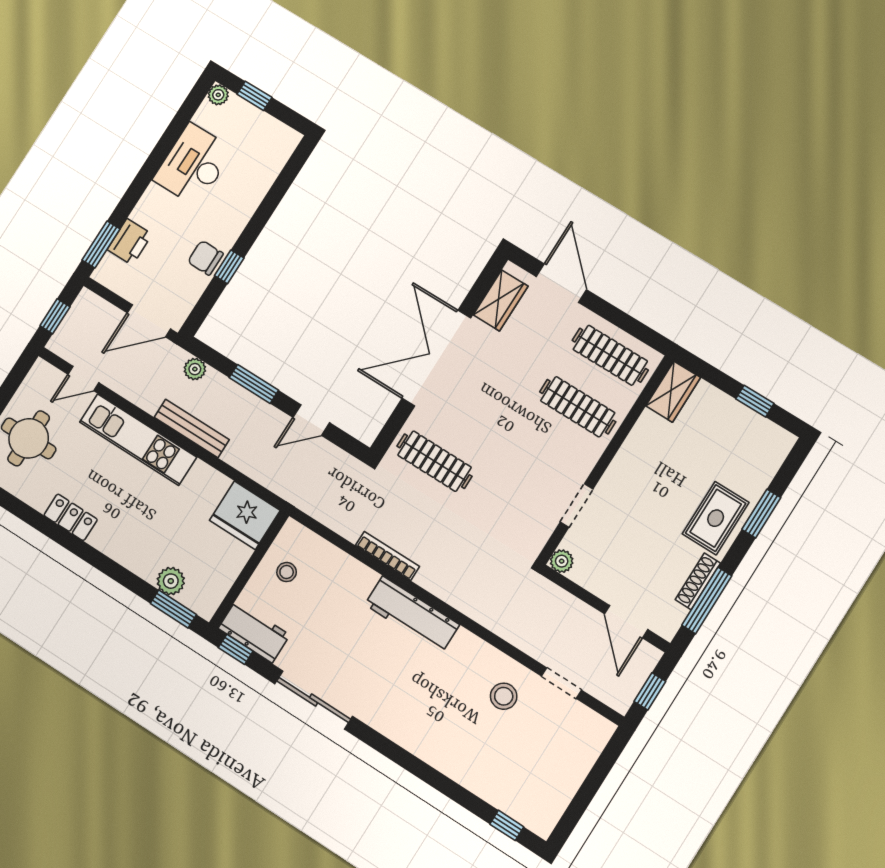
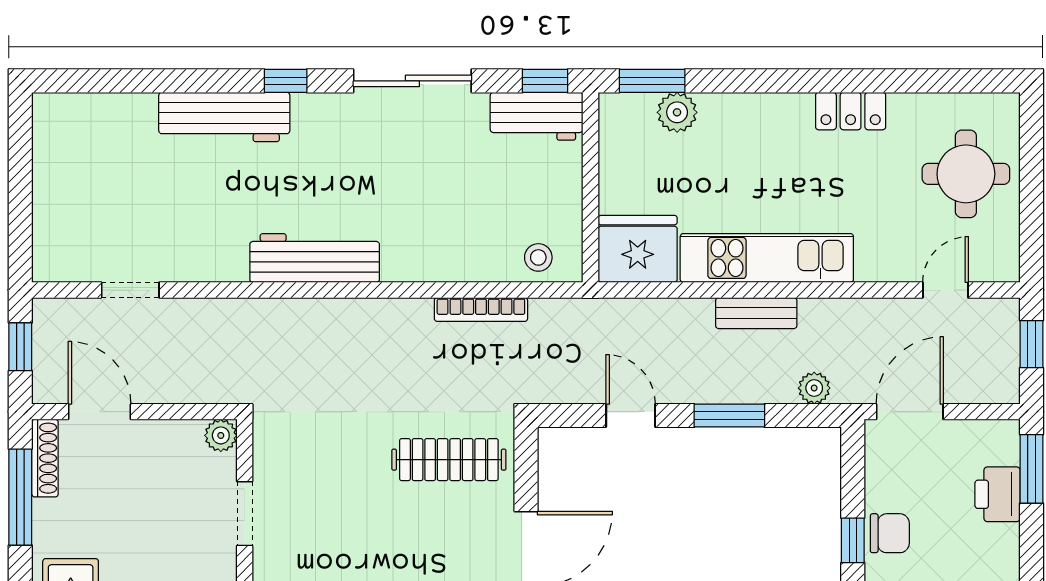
door: (311, 420) -> (631, 415), hinge flipped
bench: (192, 428) -> (756, 313), width x0.73
kitchen unit: (138, 440) -> (767, 258), moved
bookcase: (387, 556) -> (481, 310), moved
stool: (287, 572) -> (538, 257), moved
shoe rack: (698, 581) -> (45, 458), moved
workbench: (412, 615) -> (315, 258), moved
stool: (504, 696) -> (189, 231), removed
workbench: (439, 751) -> (224, 117), added
window: (507, 825) -> (286, 81), moved

